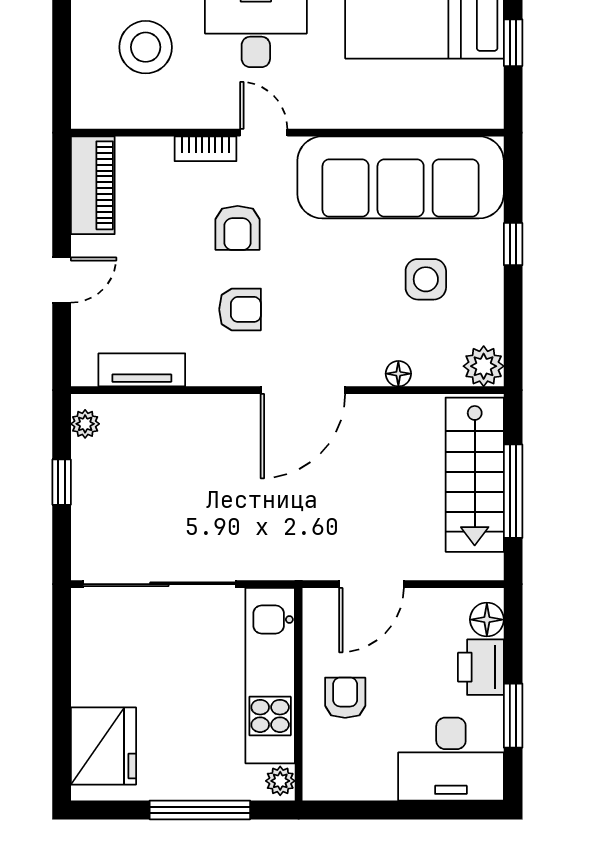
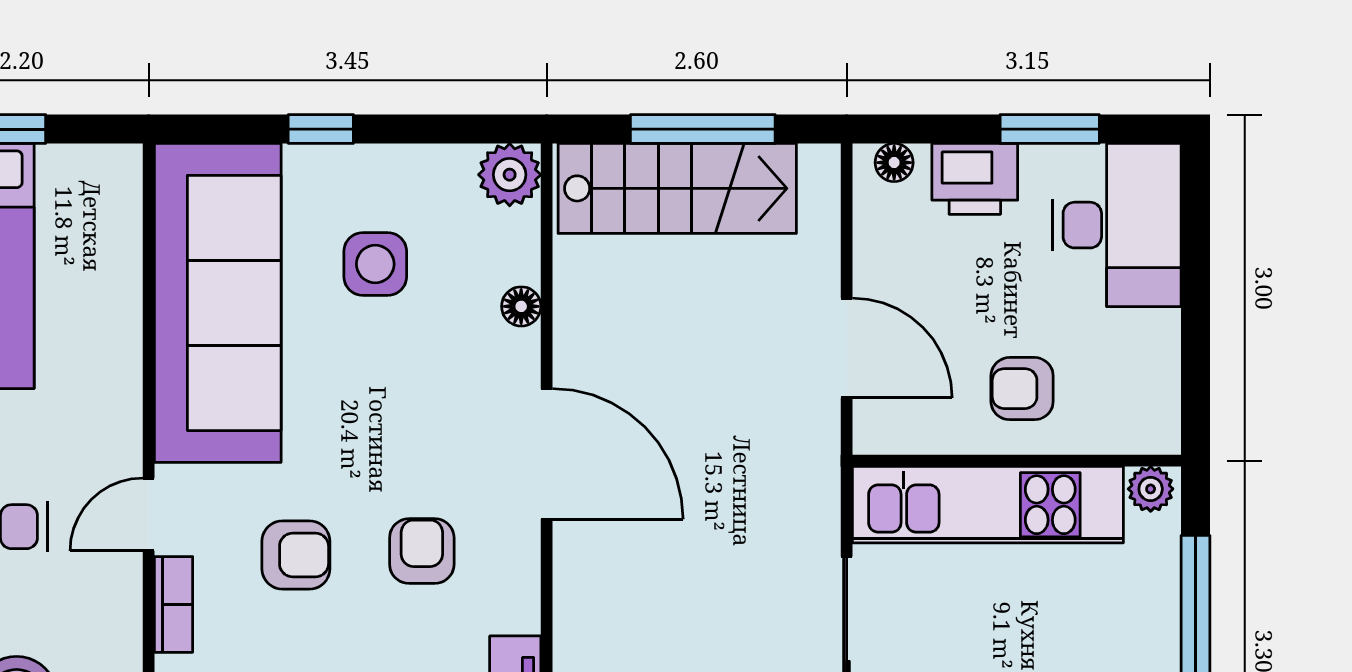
floor lamp: (487, 620) -> (894, 163), width x0.73, depth x0.73

